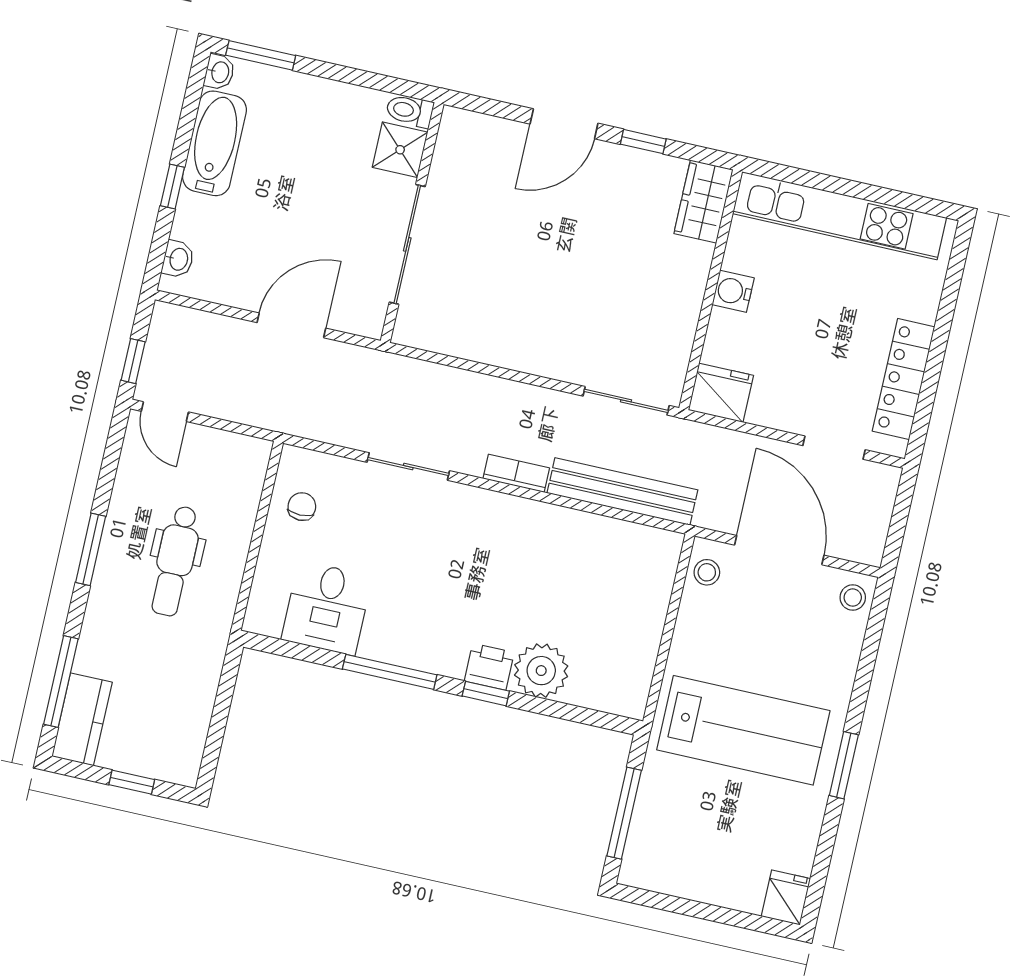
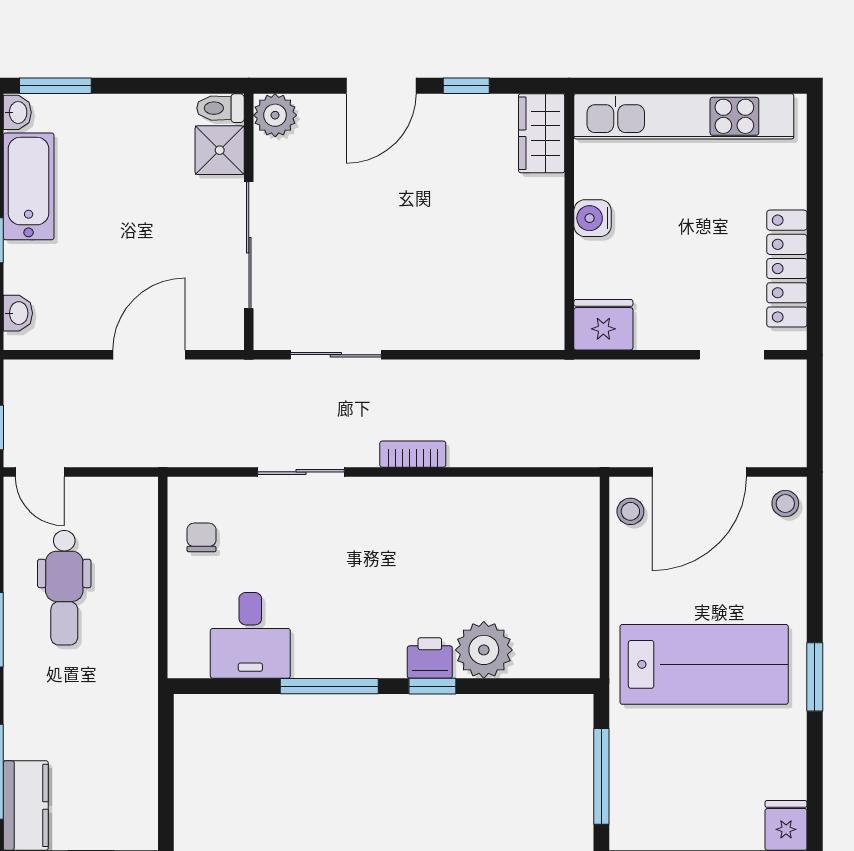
plant: (459, 129) -> (275, 115), added
sliding door: (626, 401) -> (336, 355), moved
bench: (622, 491) -> (526, 448), removed
door: (779, 550) -> (699, 472), swing flipped
dental chair: (175, 561) -> (64, 588), moved

